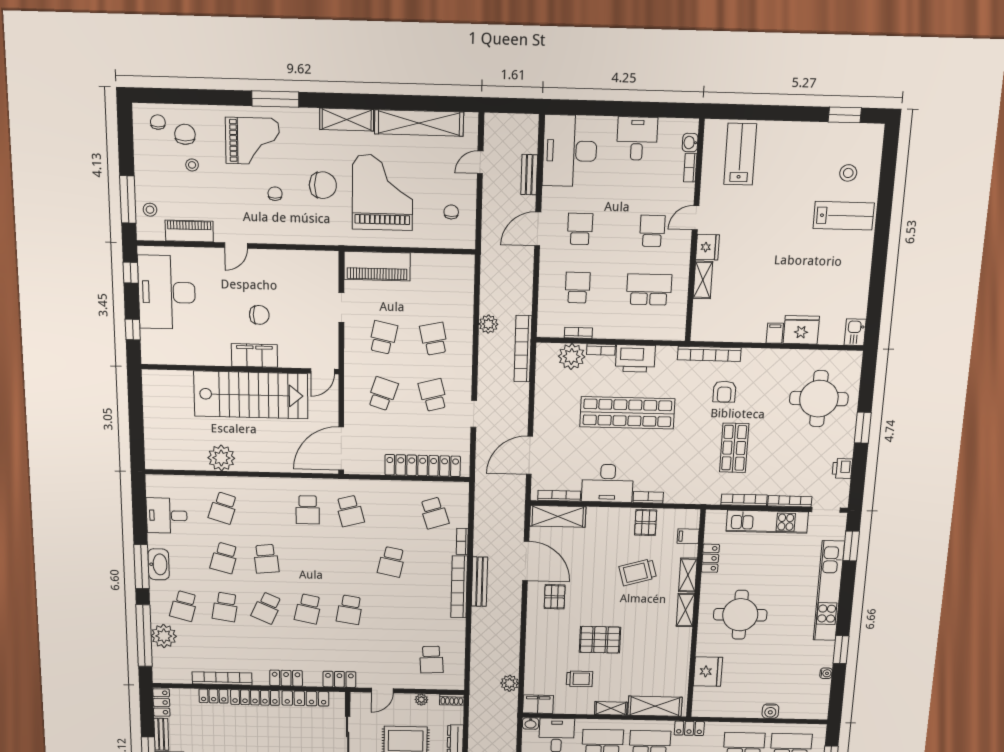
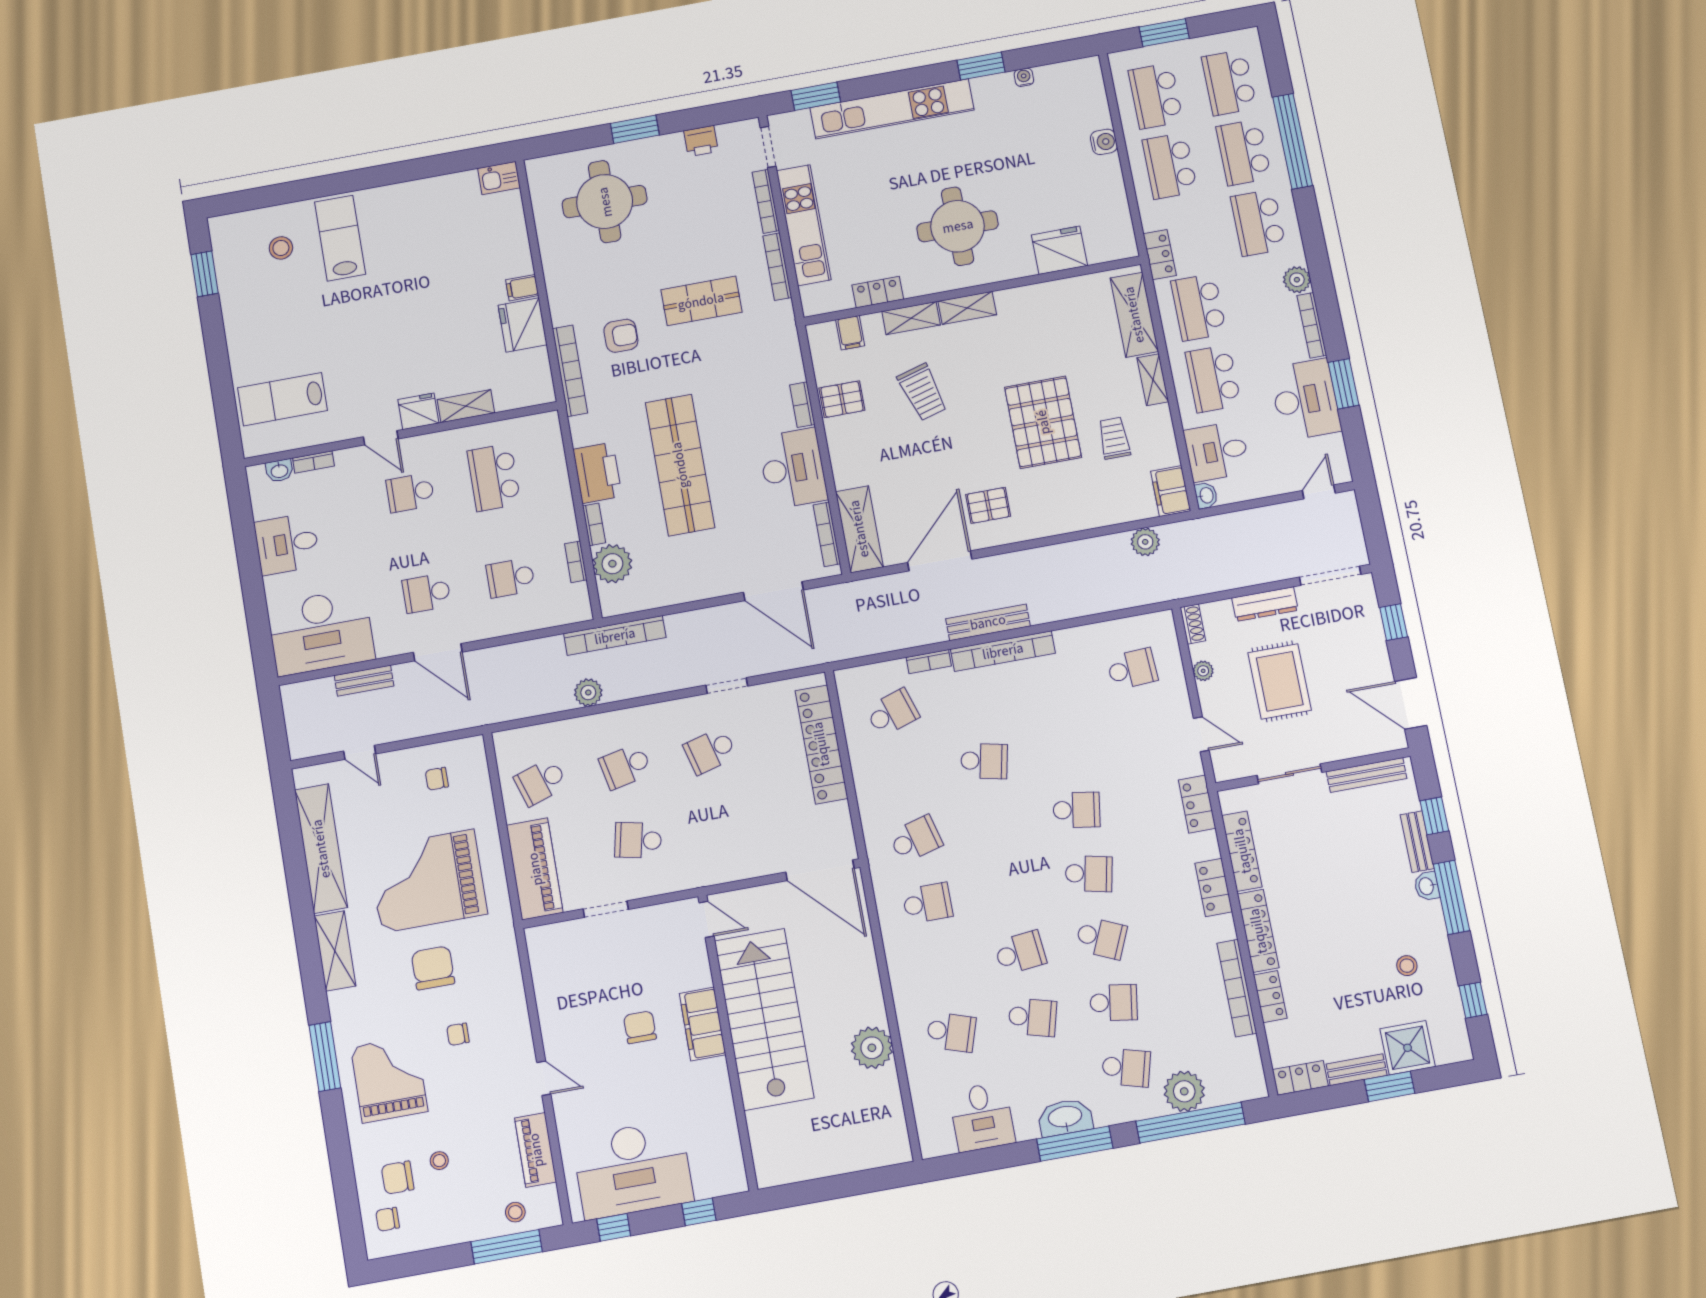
fridge: (801, 330) -> (523, 325), moved
school desk: (383, 394) -> (541, 782), moved, turned -36
pallet: (600, 640) -> (1043, 422), width x1.37, depth x1.41

